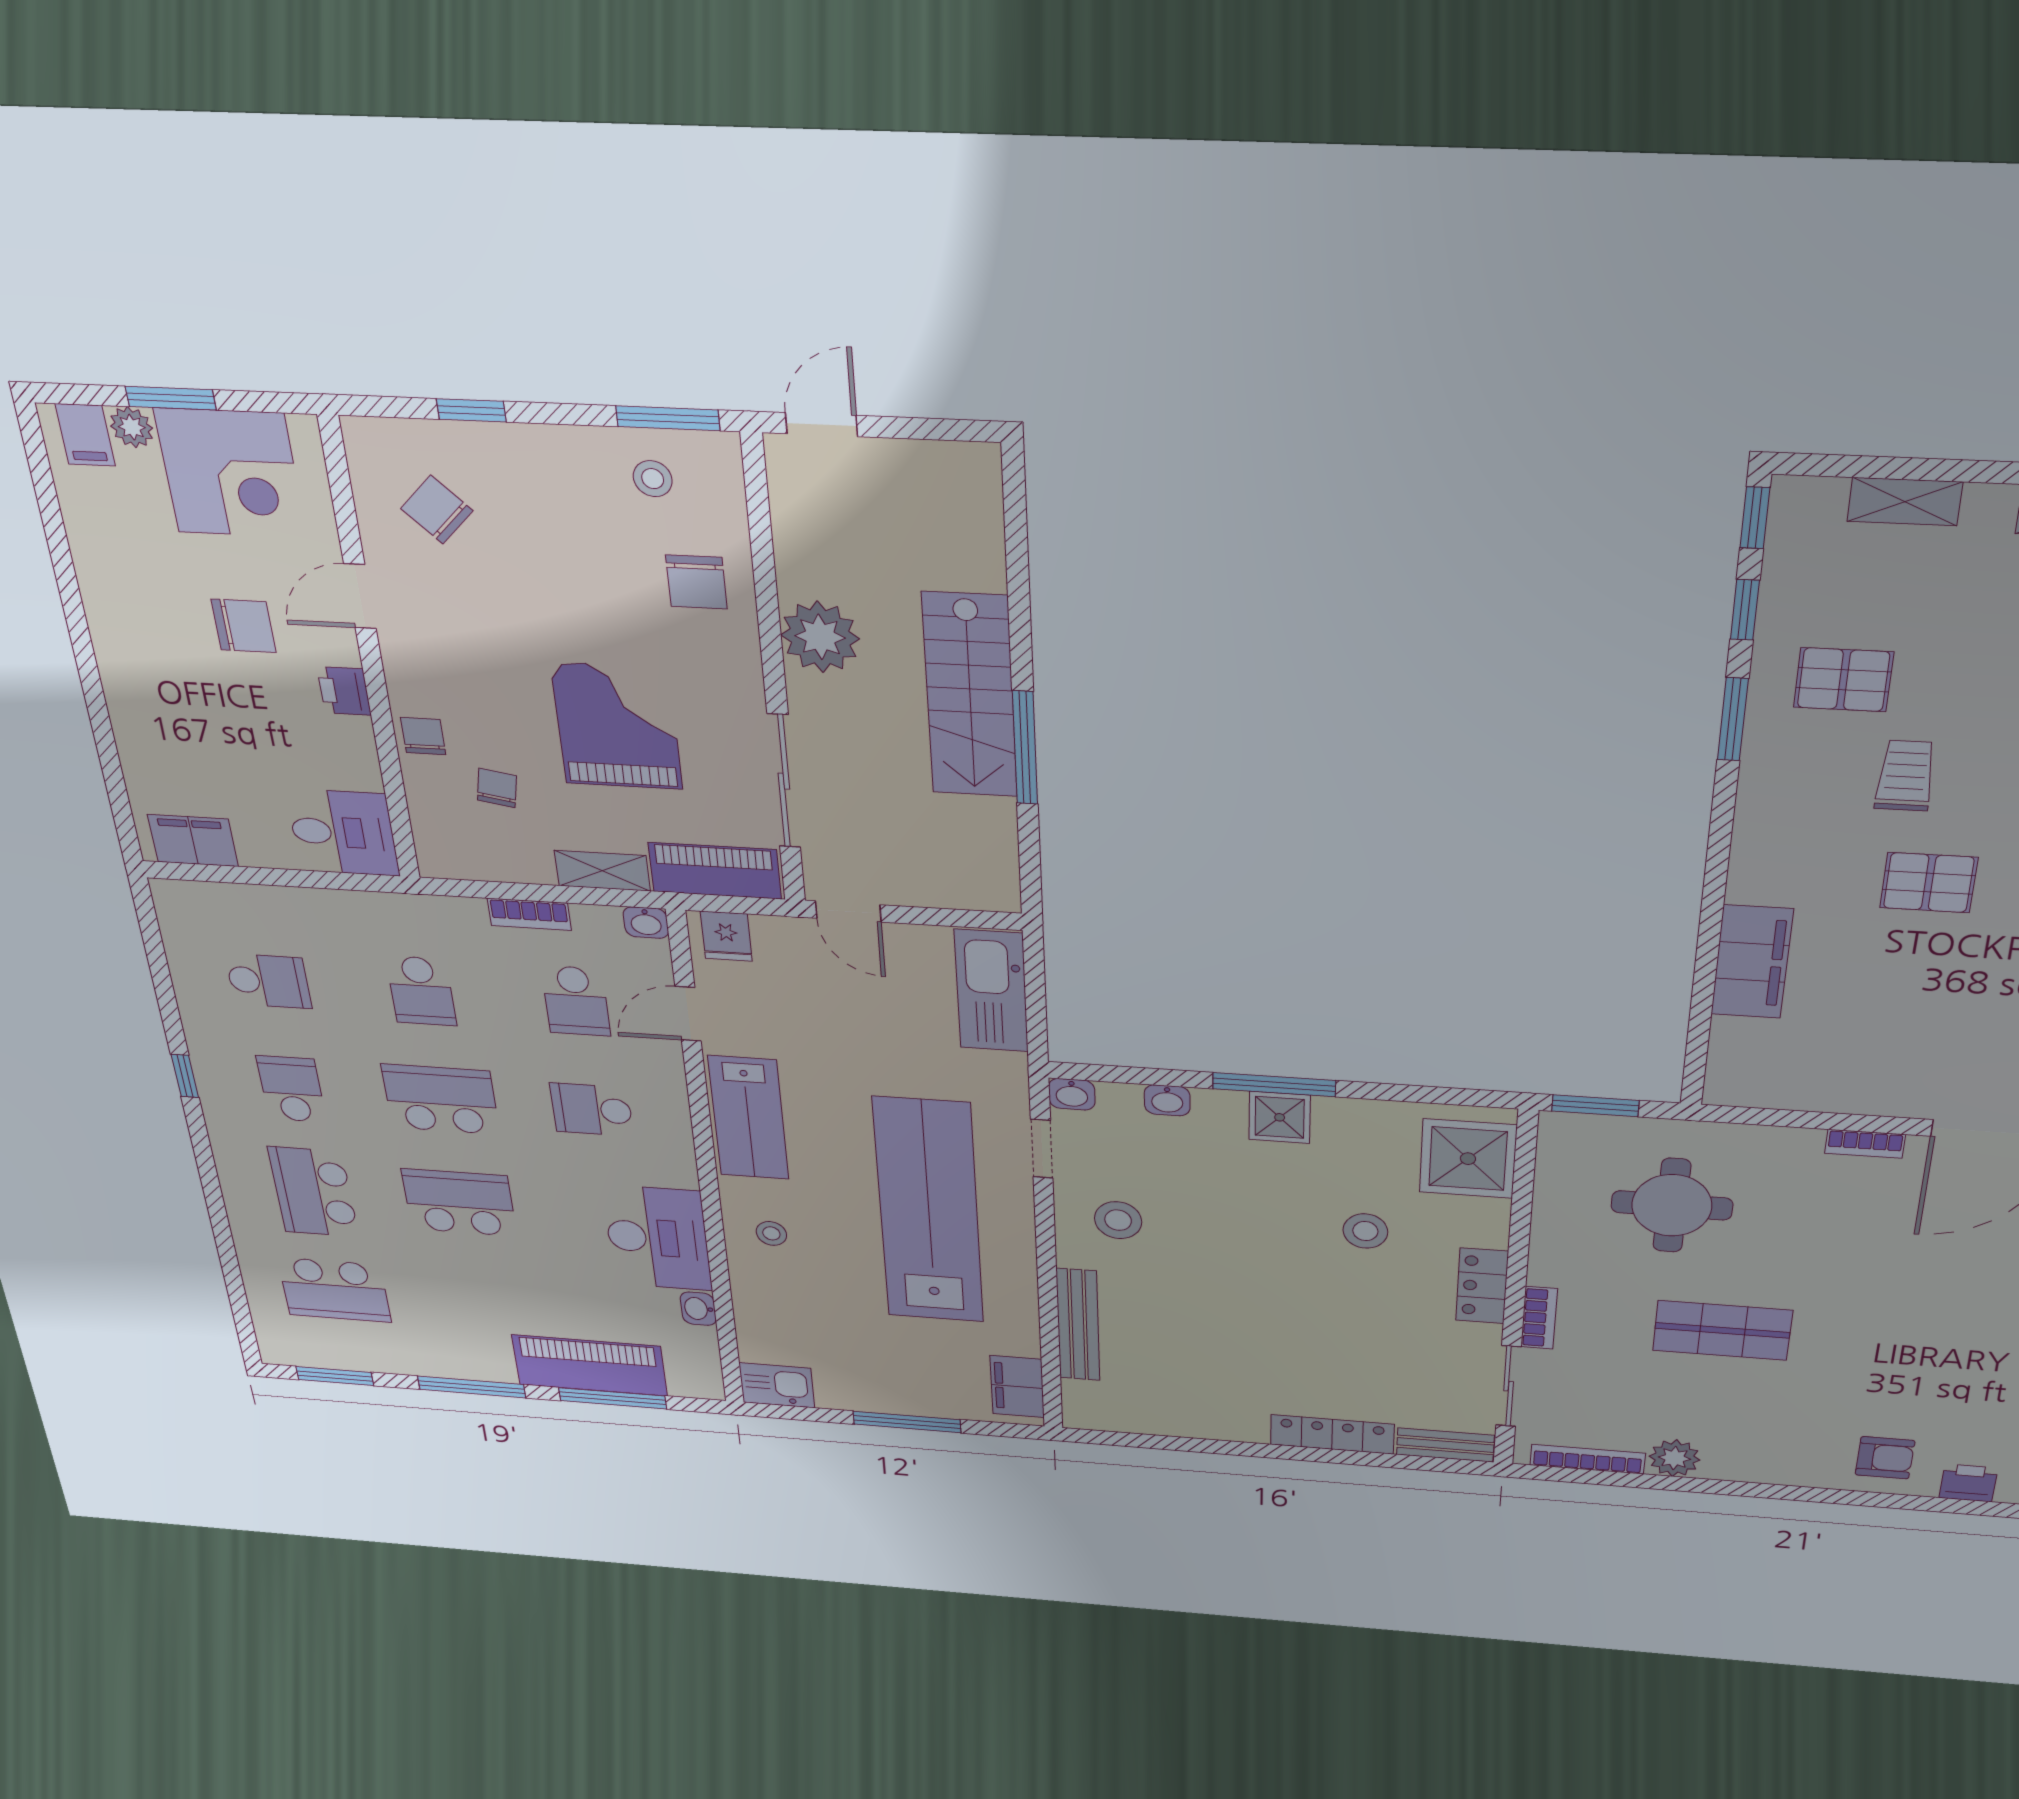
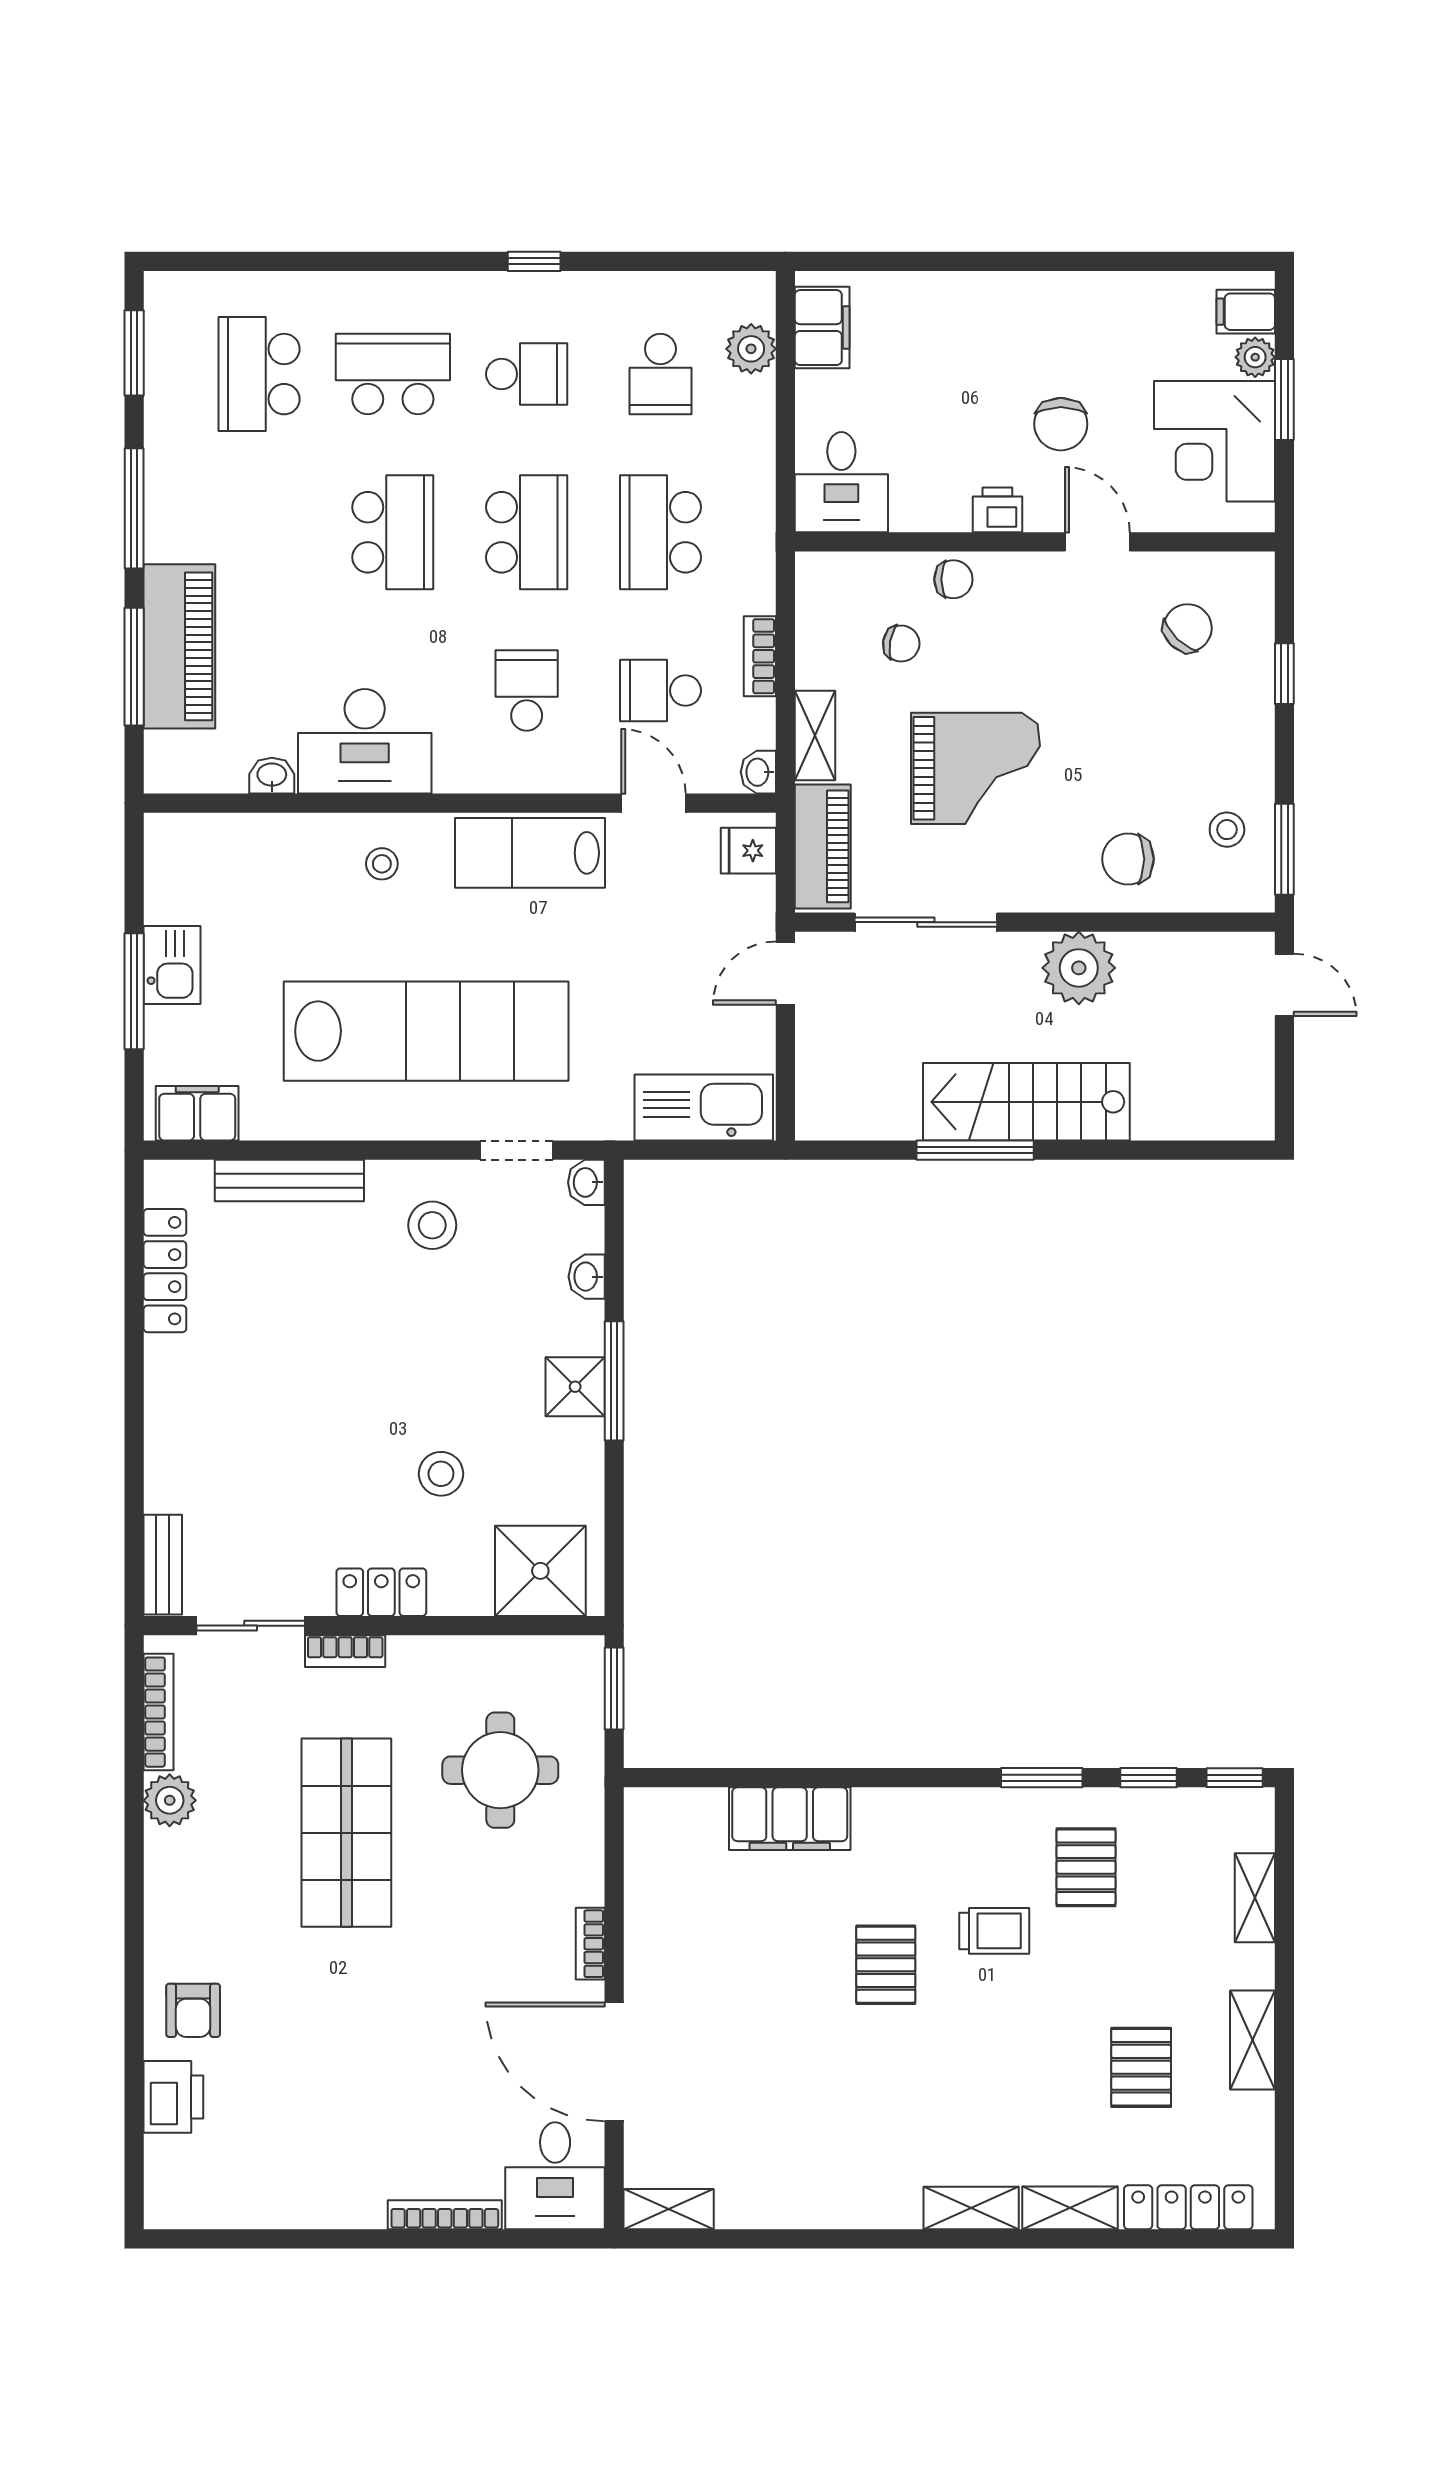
plant: (227, 903) -> (751, 349), added
school desk: (421, 991) -> (660, 532), width x1.85
shop shelf: (1722, 1330) -> (346, 1833), width x1.43, depth x1.36
kitchen sink: (777, 1385) -> (172, 965), moved
locker: (1332, 1434) -> (165, 1271), moved
printer: (1968, 1483) -> (173, 2097), width x1.36, depth x1.24

